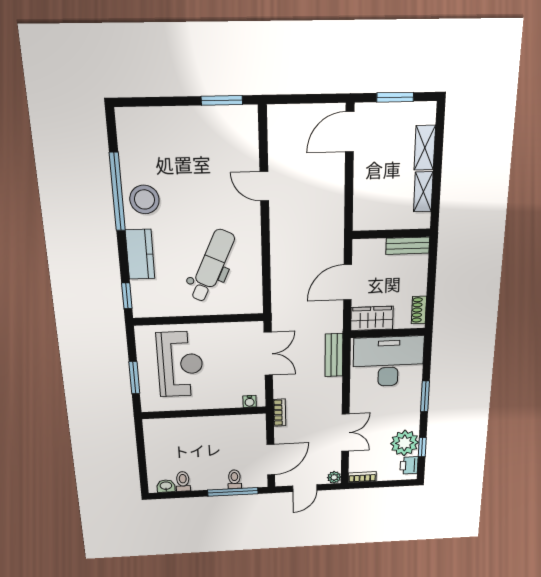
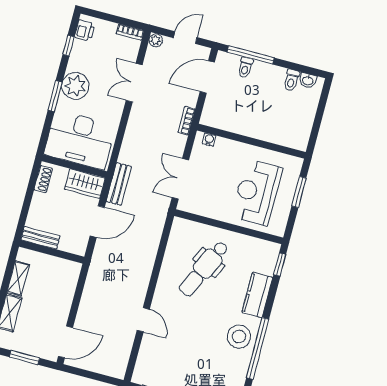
bench: (334, 355) -> (119, 184), moved
plant: (405, 443) -> (75, 86), moved

